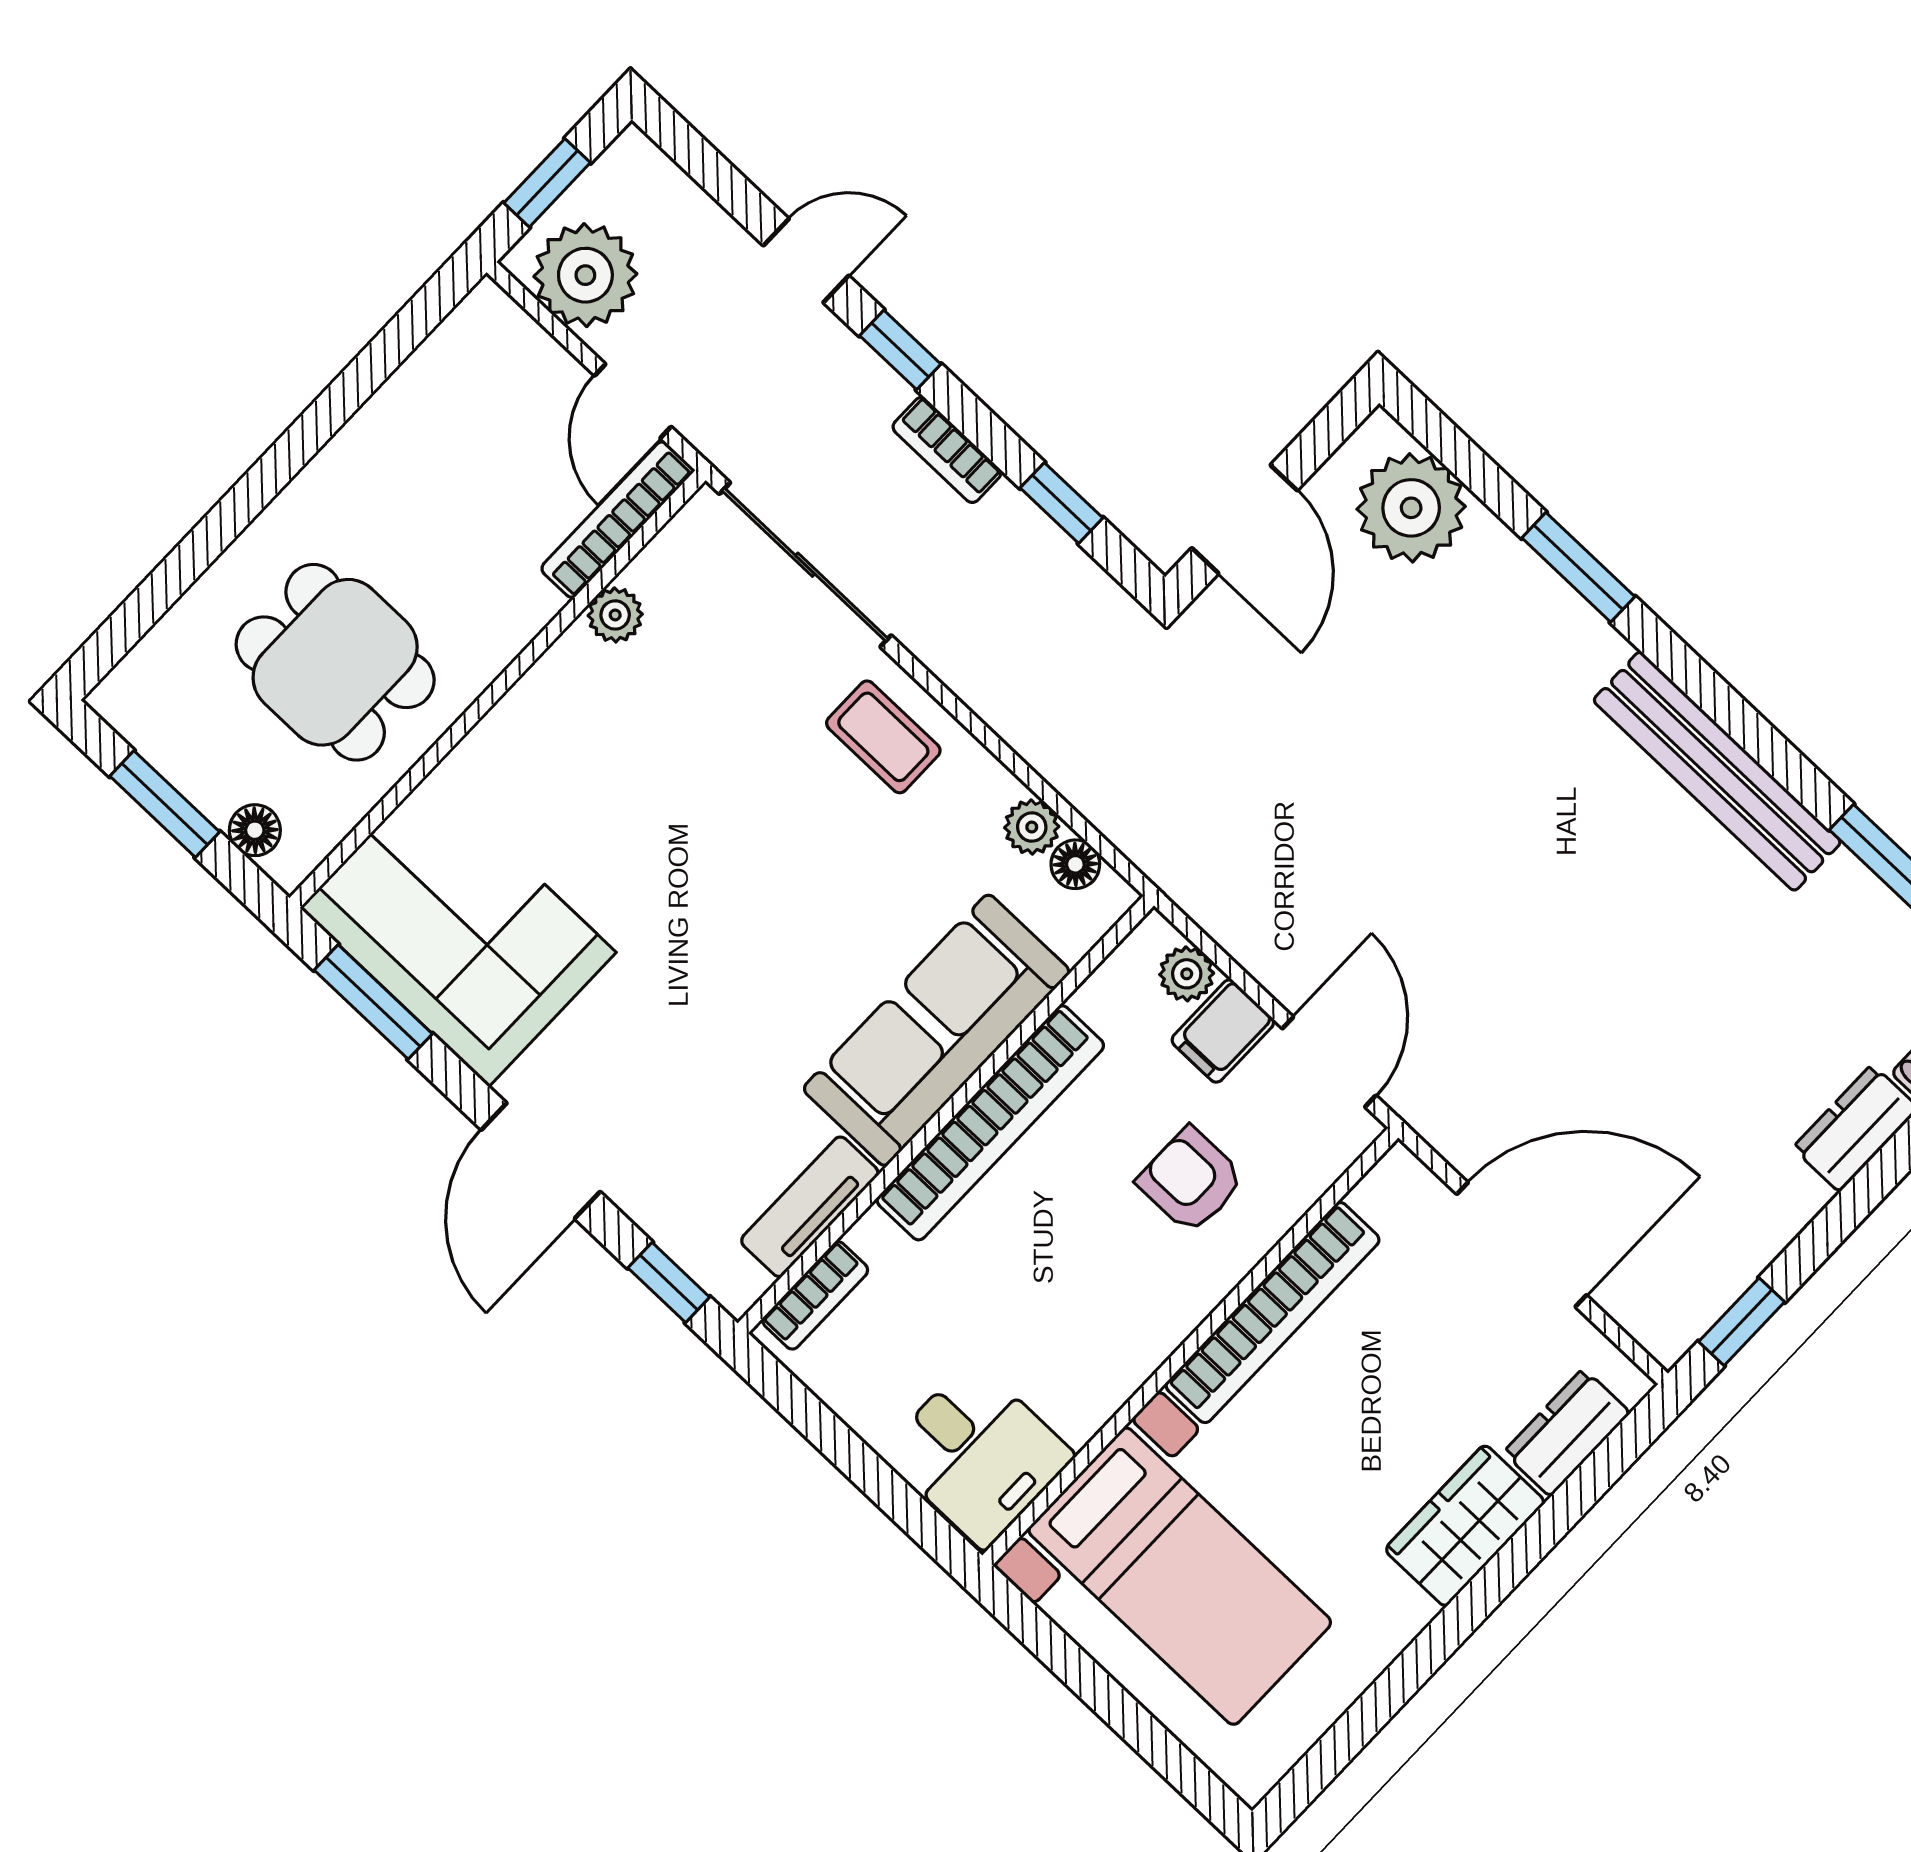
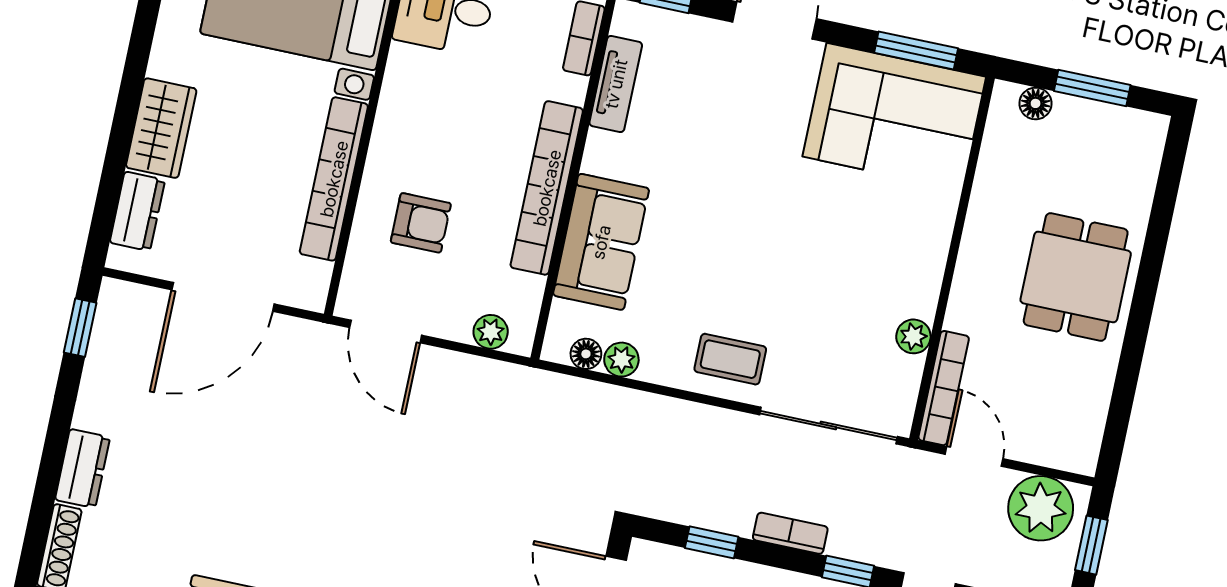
dining table: (335, 662) -> (1076, 277), moved, turned 90
sofa: (937, 1030) -> (601, 242), width x0.73
filing cabinet: (1223, 1031) -> (453, 313), removed

